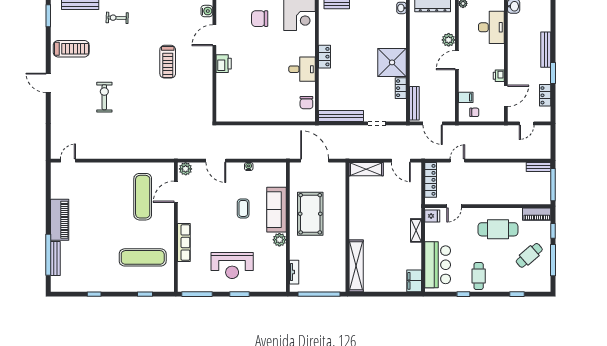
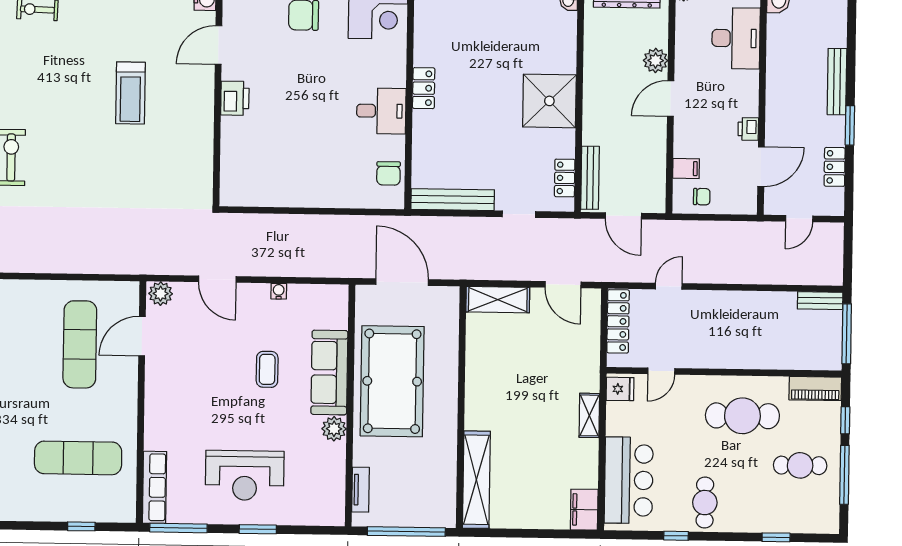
locker: (401, 88) -> (565, 178), moved
pool table: (310, 214) -> (392, 381), width x1.36, depth x1.32
row of seats: (184, 243) -> (155, 487), moved
cafe table: (529, 255) -> (800, 465), turned 41

